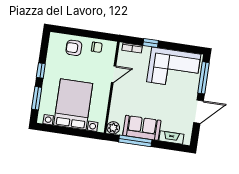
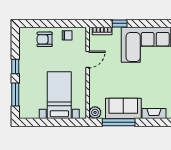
bed with nightstands: (73, 104) -> (59, 95), width x0.73

